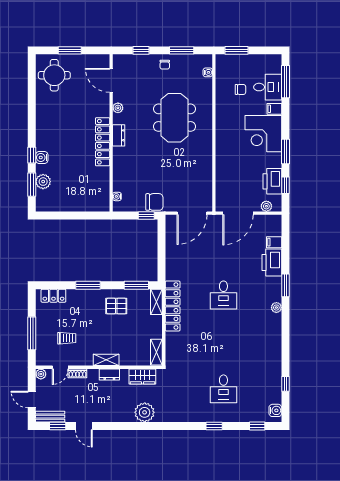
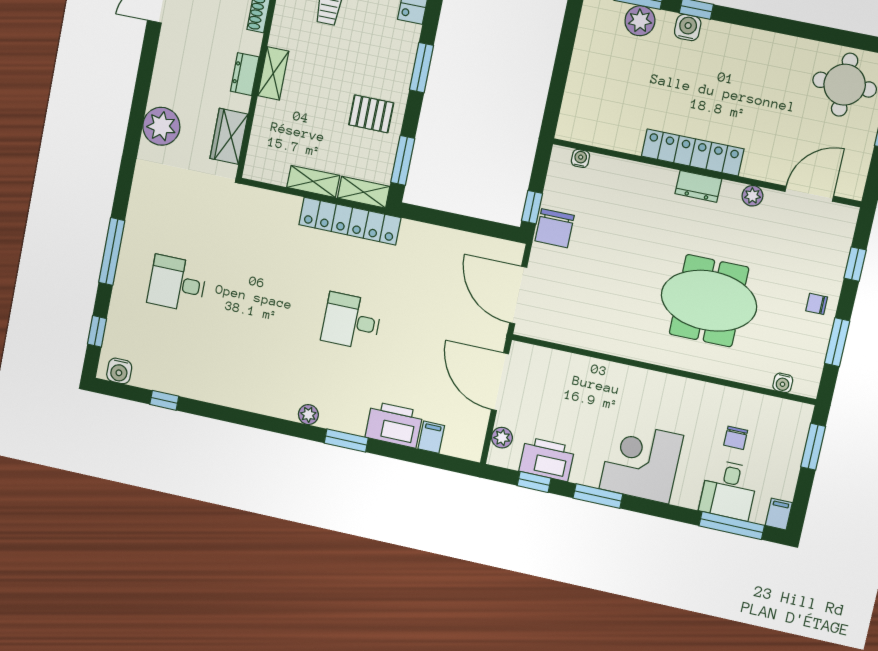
filing cabinet: (274, 109) -> (779, 514), moved
pallet: (116, 306) -> (371, 114), turned 90
shelving: (156, 352) -> (313, 181), moved
window: (214, 426) -> (112, 252), width x2.17

